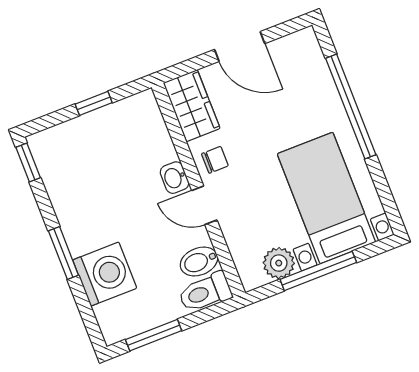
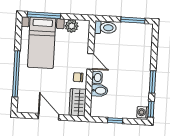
window: (63, 253) -> (153, 82), moved
bidet: (199, 262) -> (99, 91), moved
window: (318, 271) -> (44, 15), moved
washing machine: (105, 274) -> (143, 112), moved, width x0.53, depth x0.53

